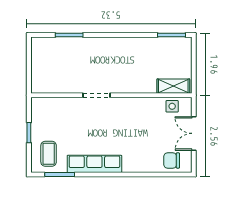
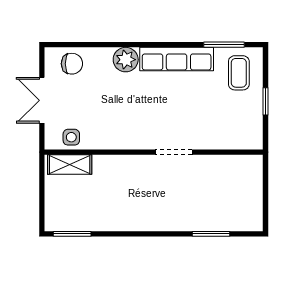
double door: (194, 133) -> (42, 100), swing flipped
plant: (132, 164) -> (126, 60), added

